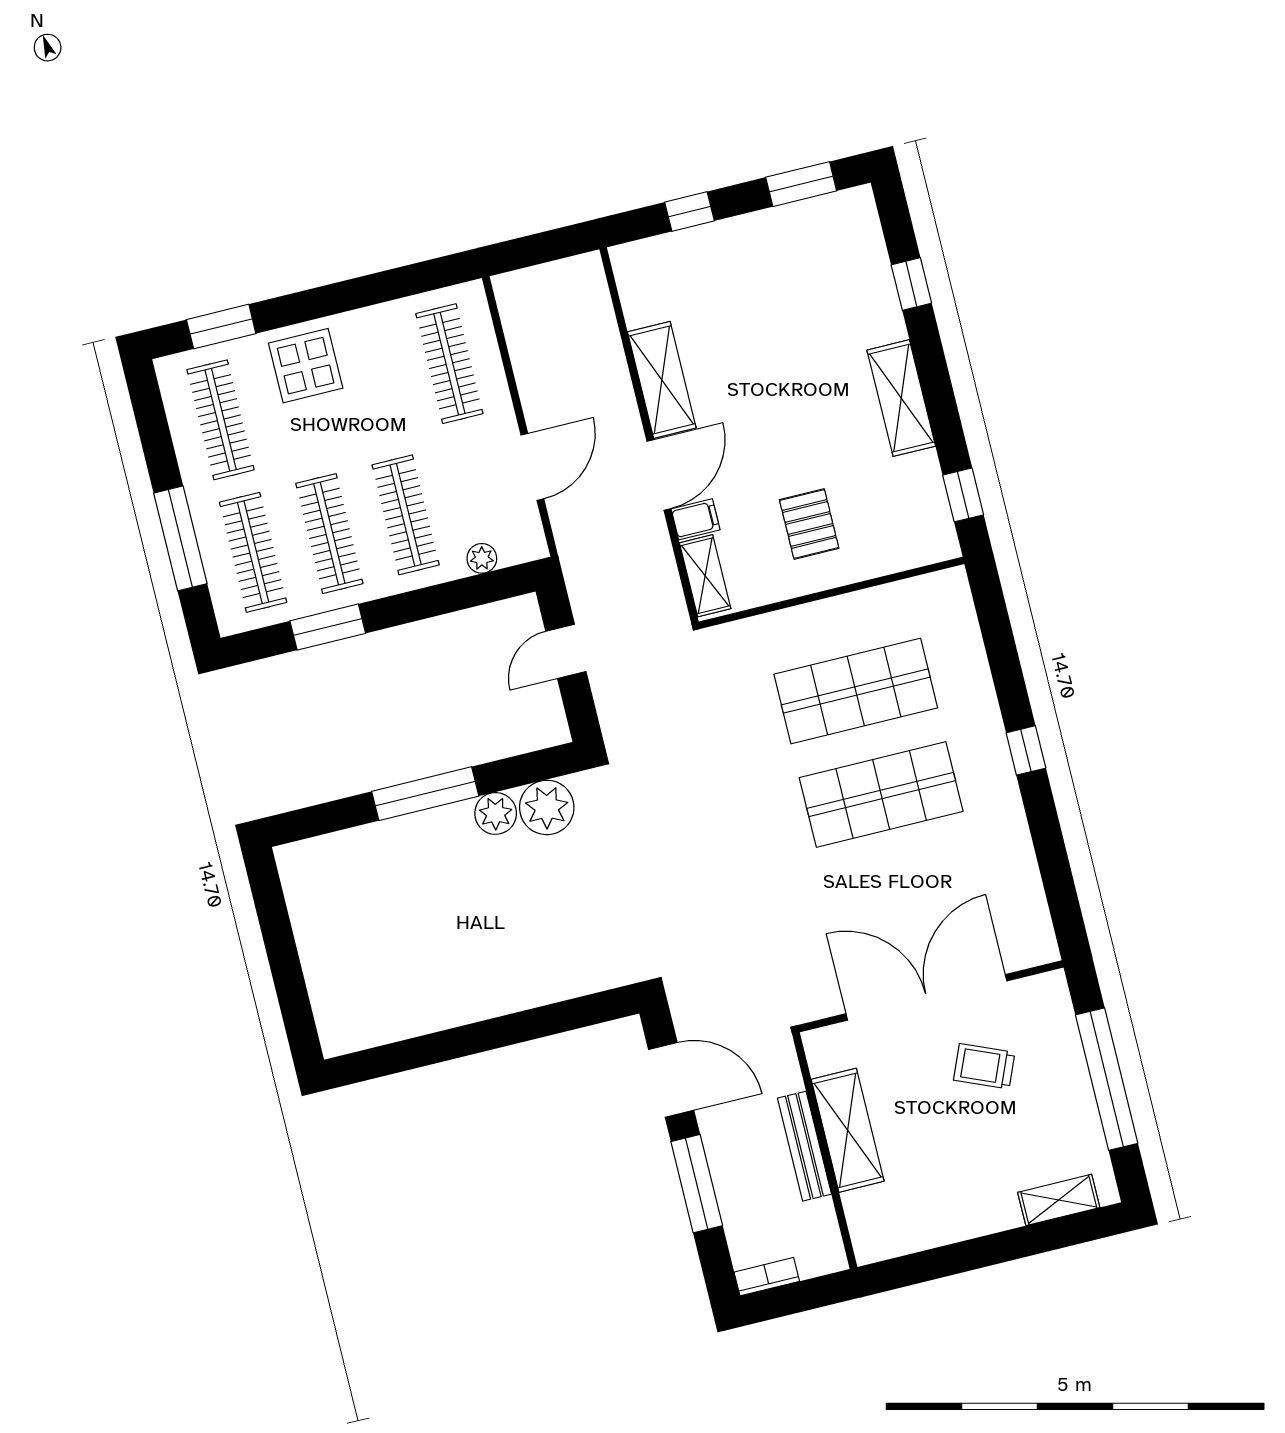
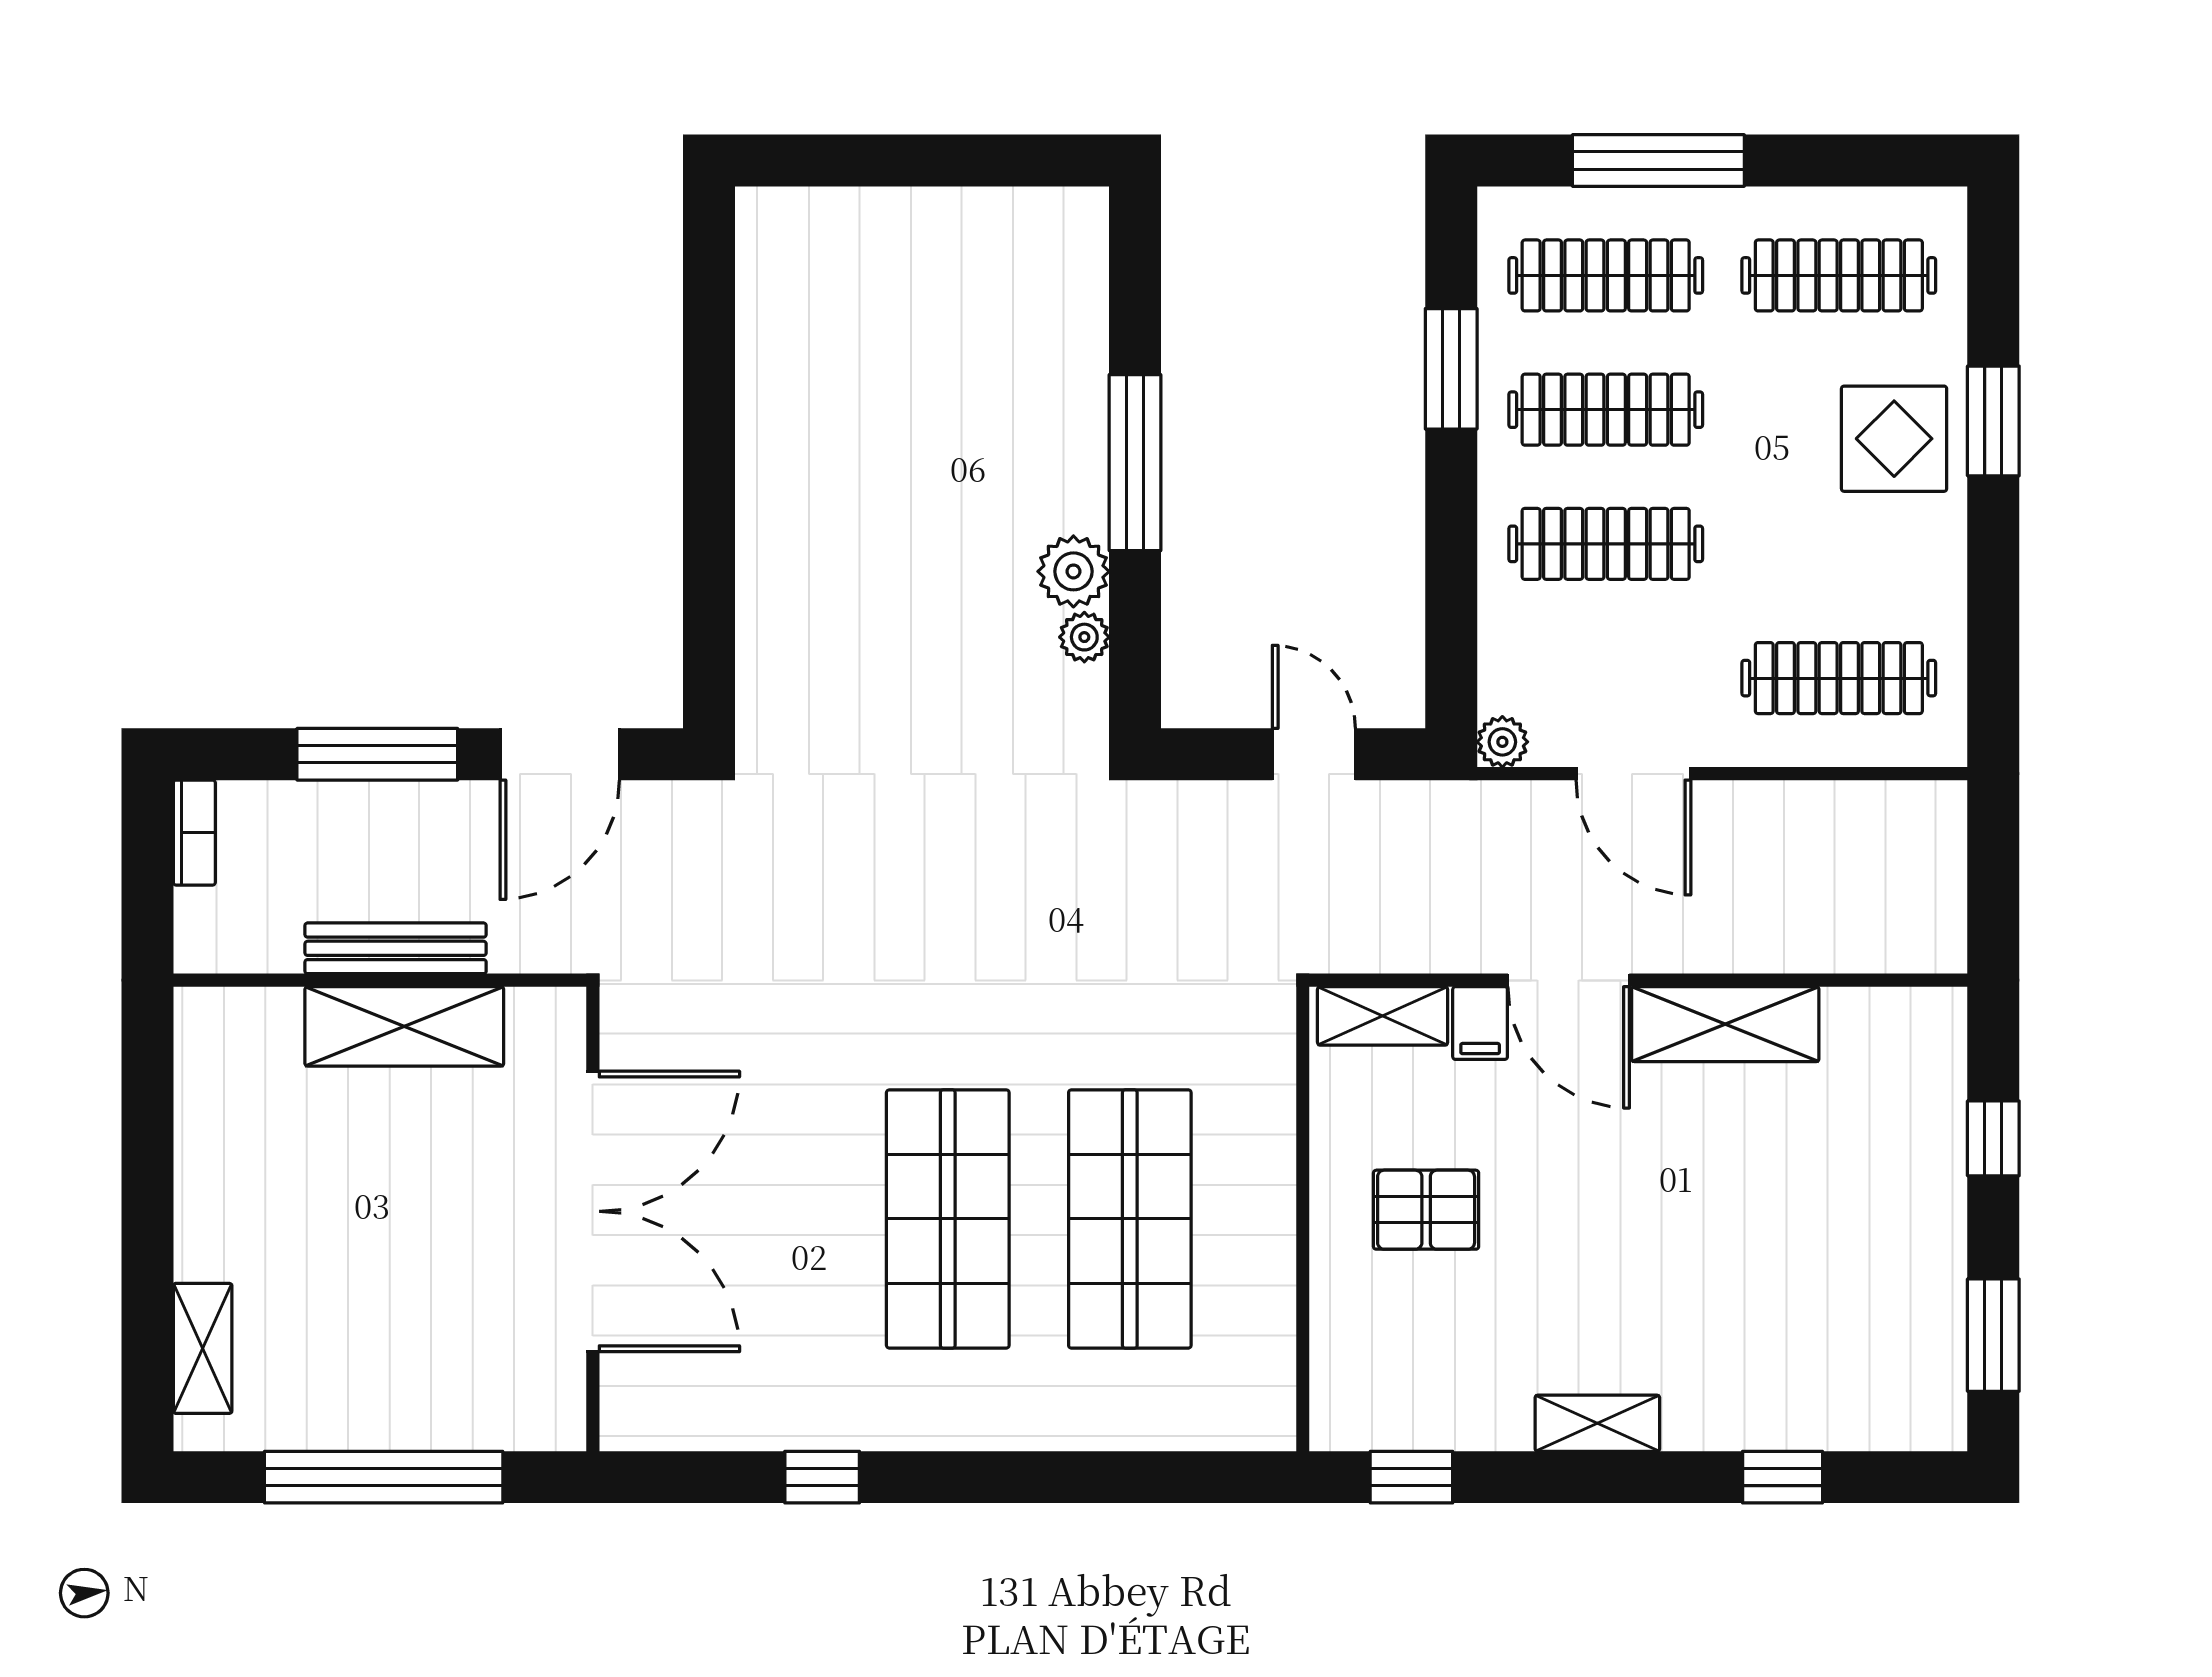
window: (221, 327) -> (1993, 421), moved
shelving: (901, 398) -> (1597, 1423), width x0.67, depth x0.75
plant: (482, 558) -> (1502, 742), moved
window: (1026, 750) -> (822, 1477), moved
plant: (547, 807) -> (1084, 637), width x0.53, depth x0.53
trolley: (984, 1066) -> (455, 1279), removed

